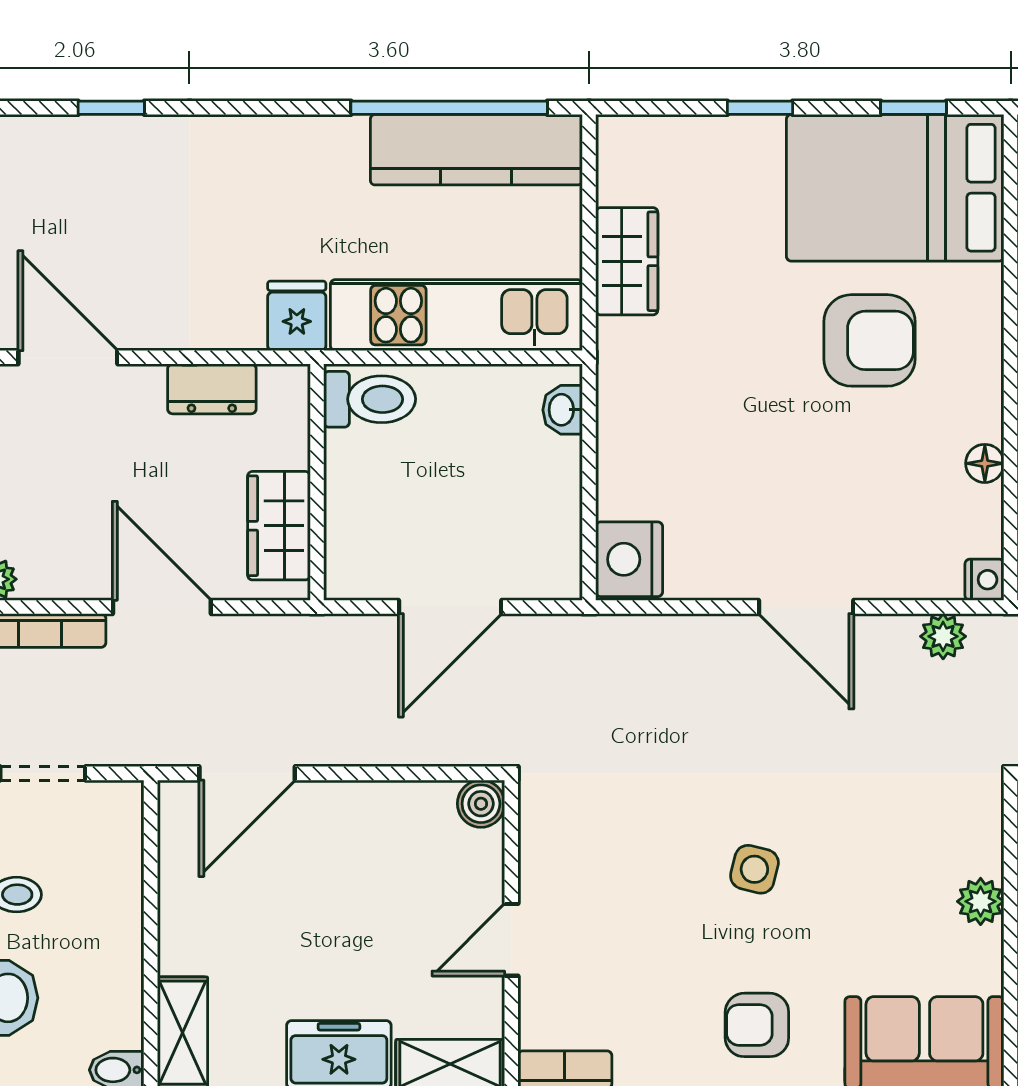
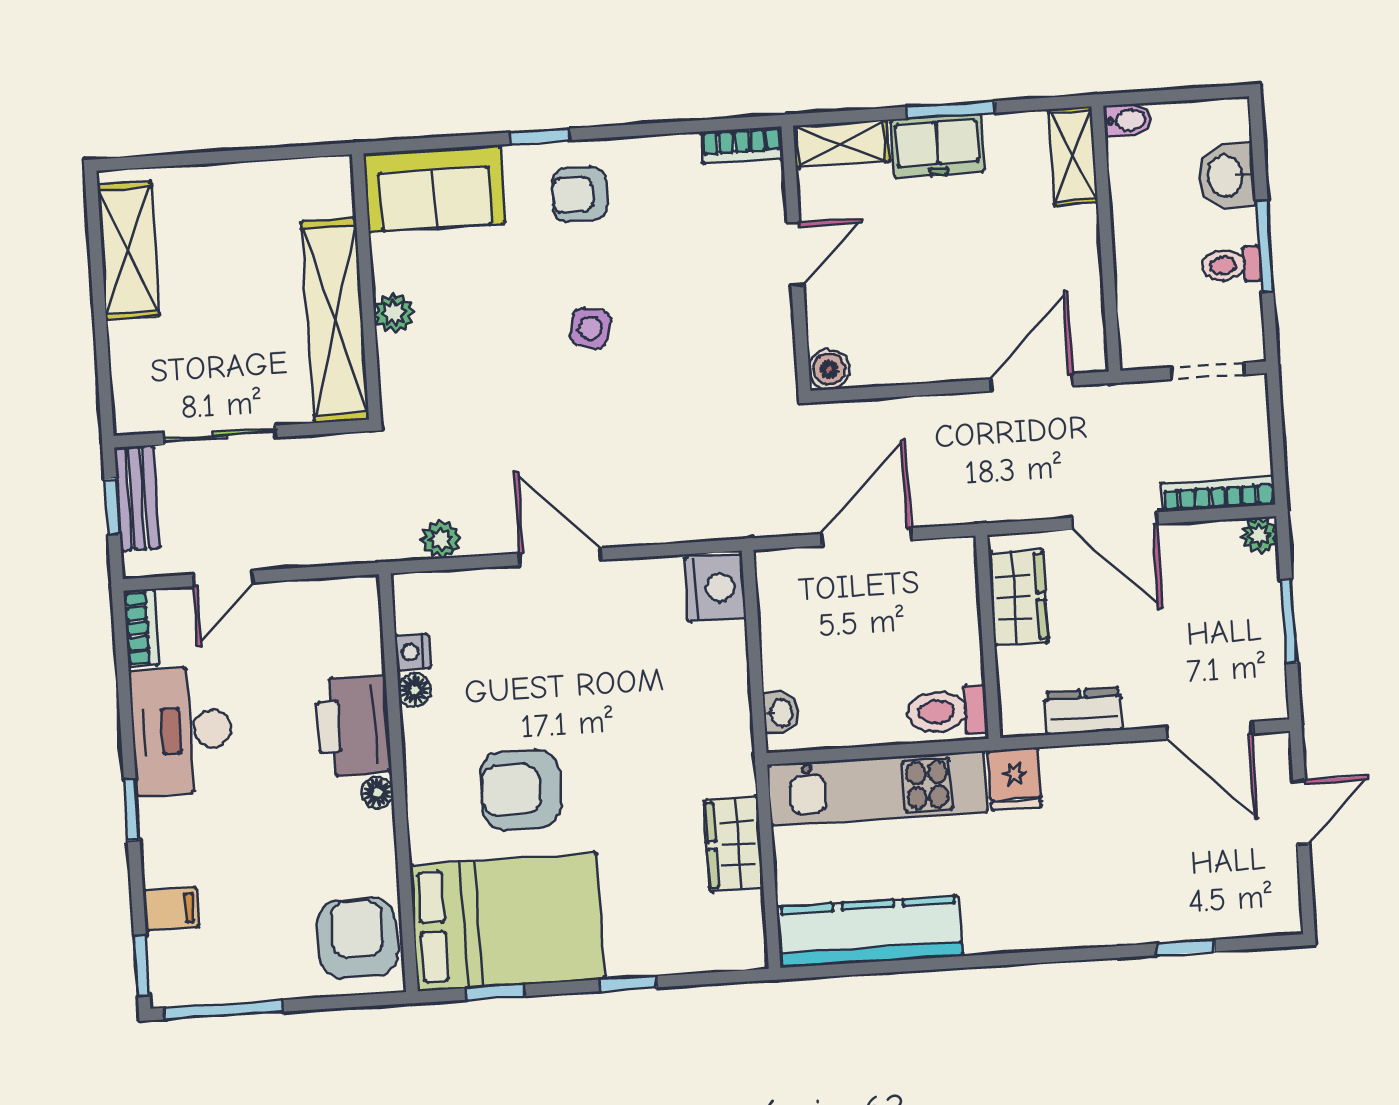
window: (449, 108) -> (895, 966), removed
nightstand: (984, 580) -> (412, 652), moved
armchair: (757, 1025) -> (579, 194), turned 180

